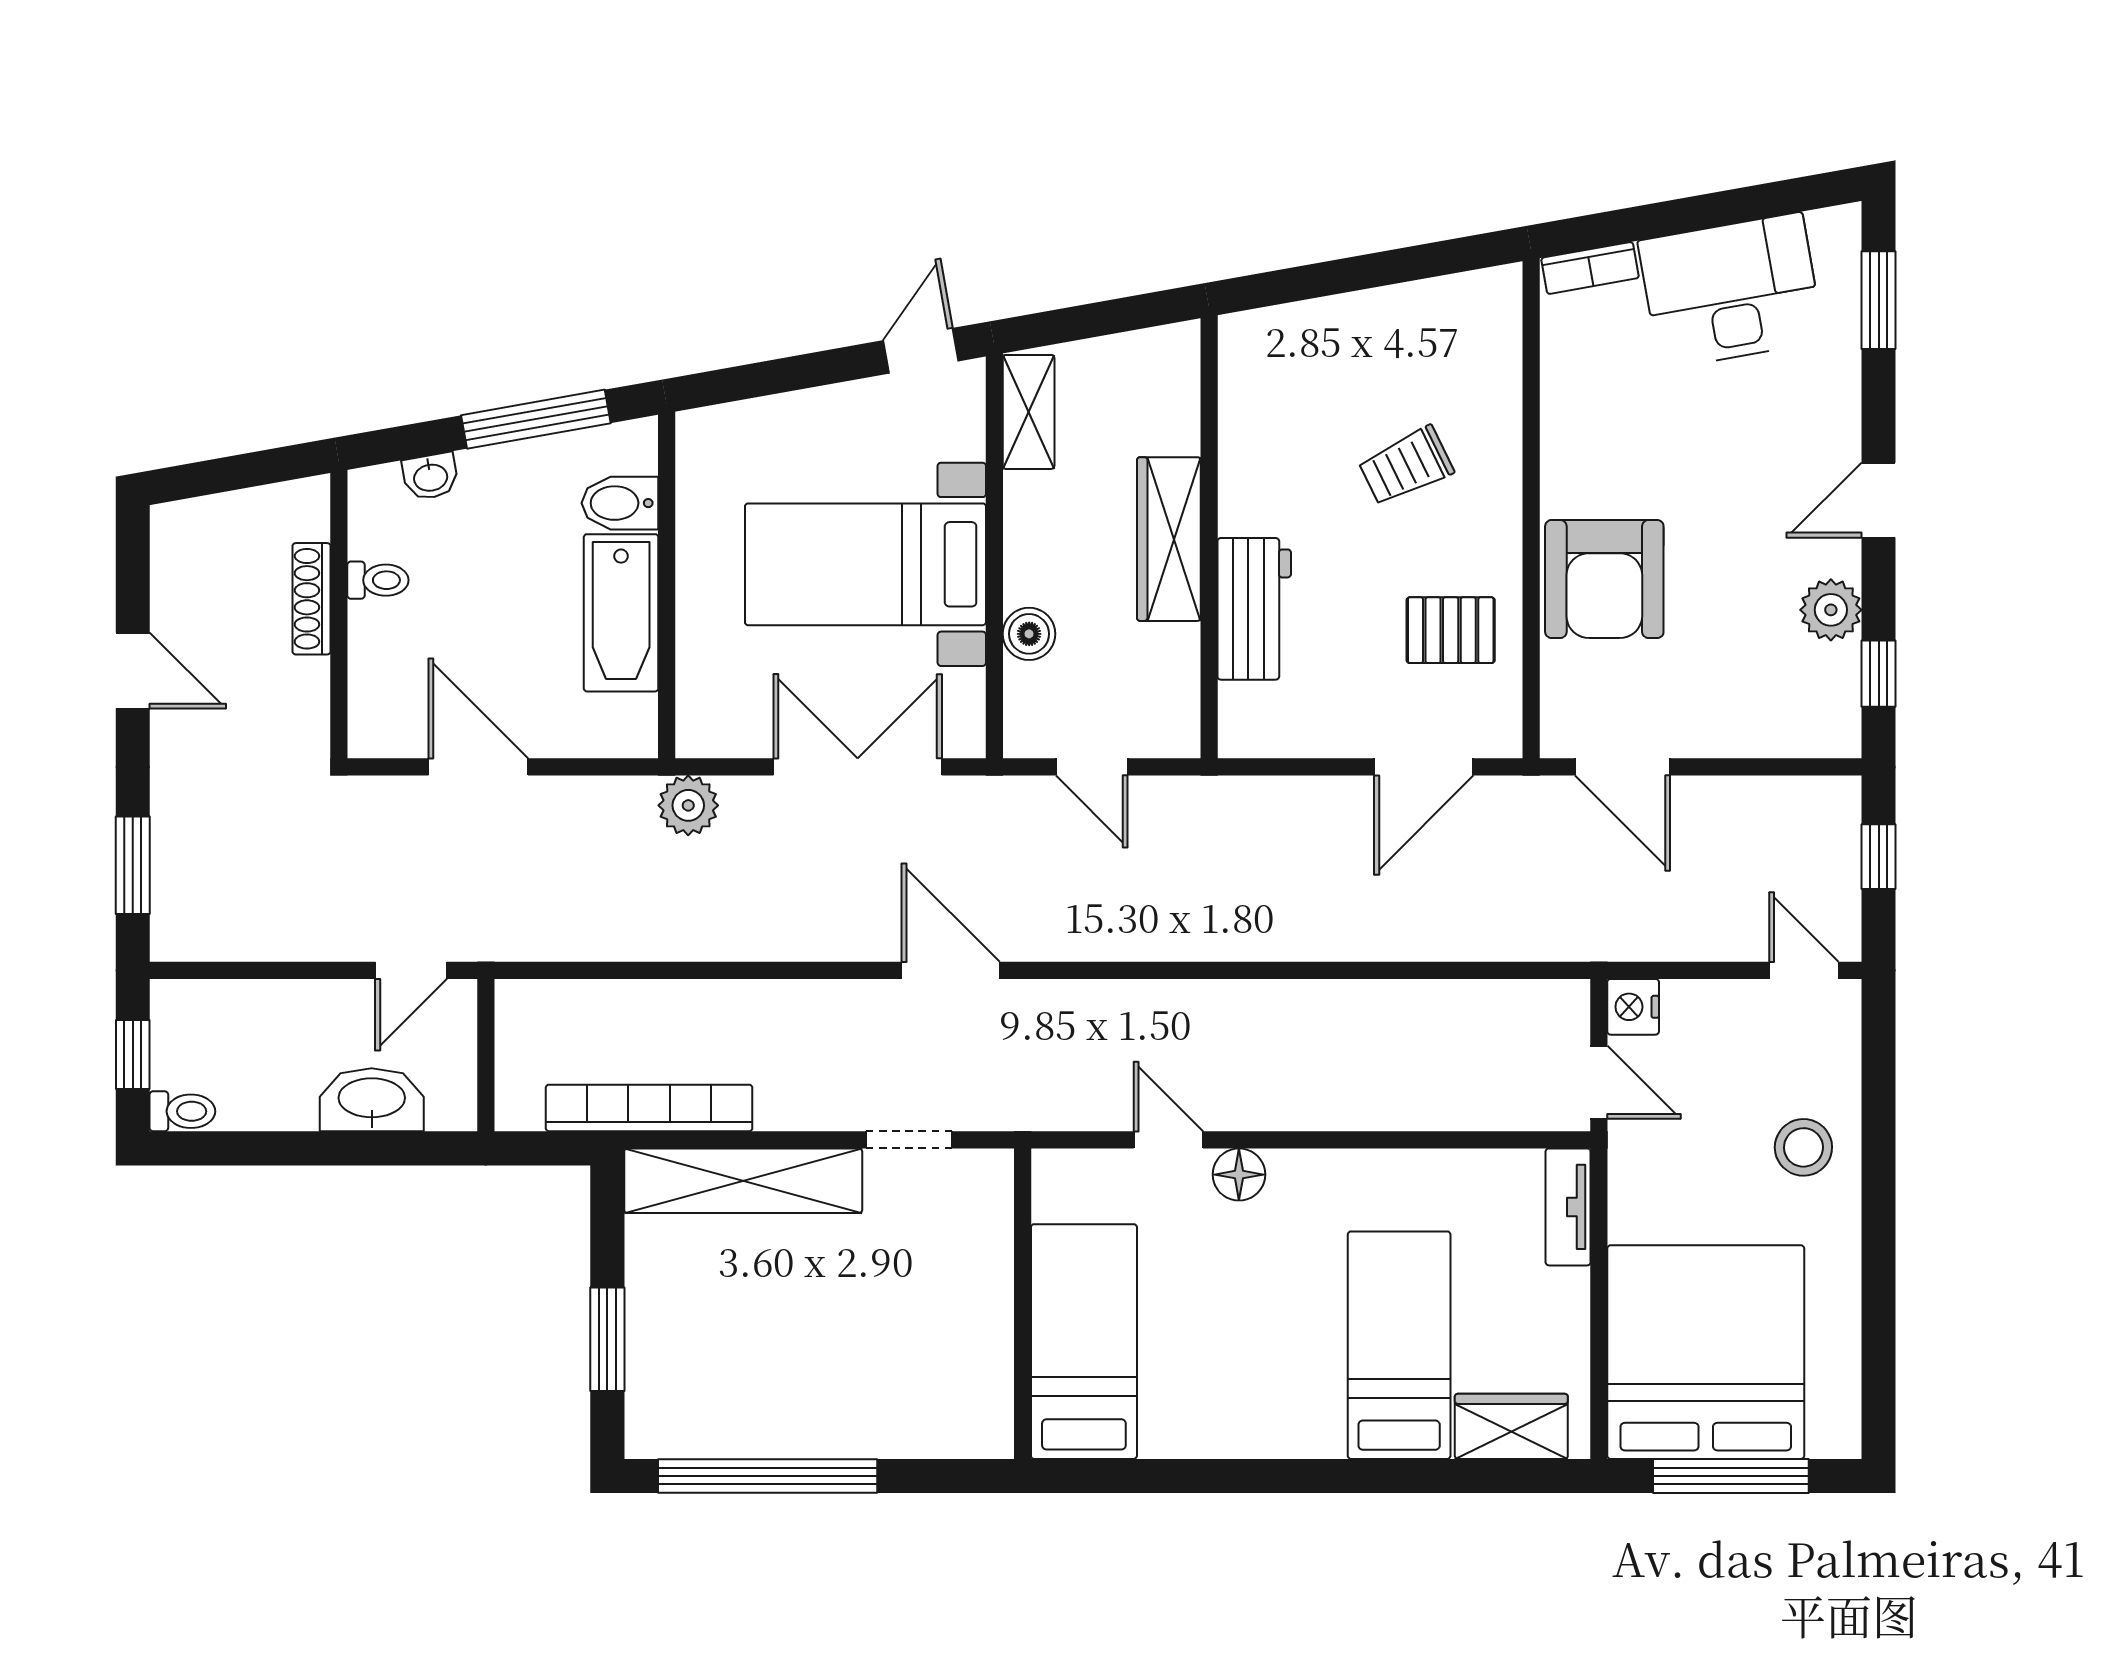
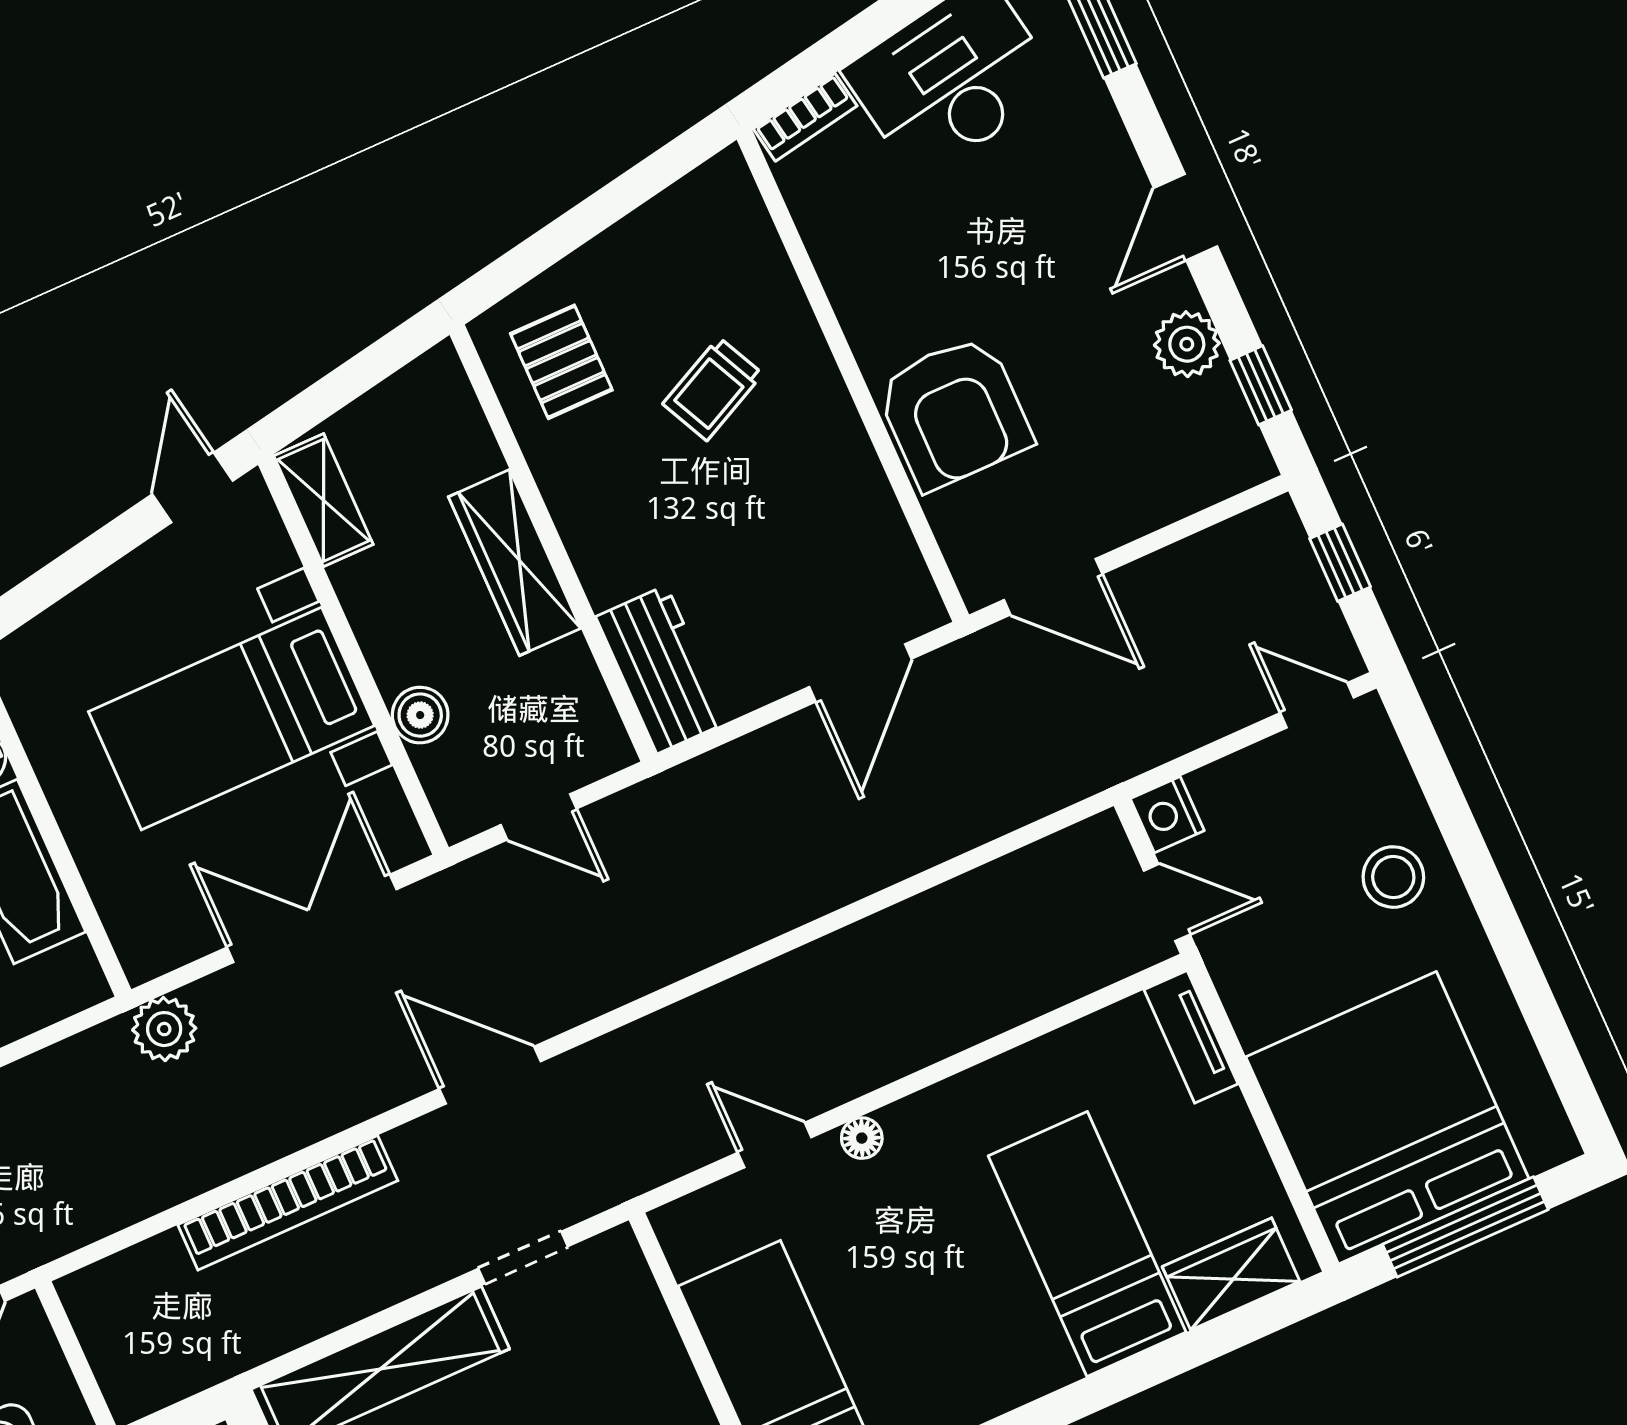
workbench: (1254, 609) -> (662, 669), moved
pallet: (1451, 630) -> (561, 362), moved, turned 90
bookcase: (649, 1108) -> (288, 1203), moved, turned 180
floor lamp: (1239, 1175) -> (862, 1138), width x0.73, depth x0.73

